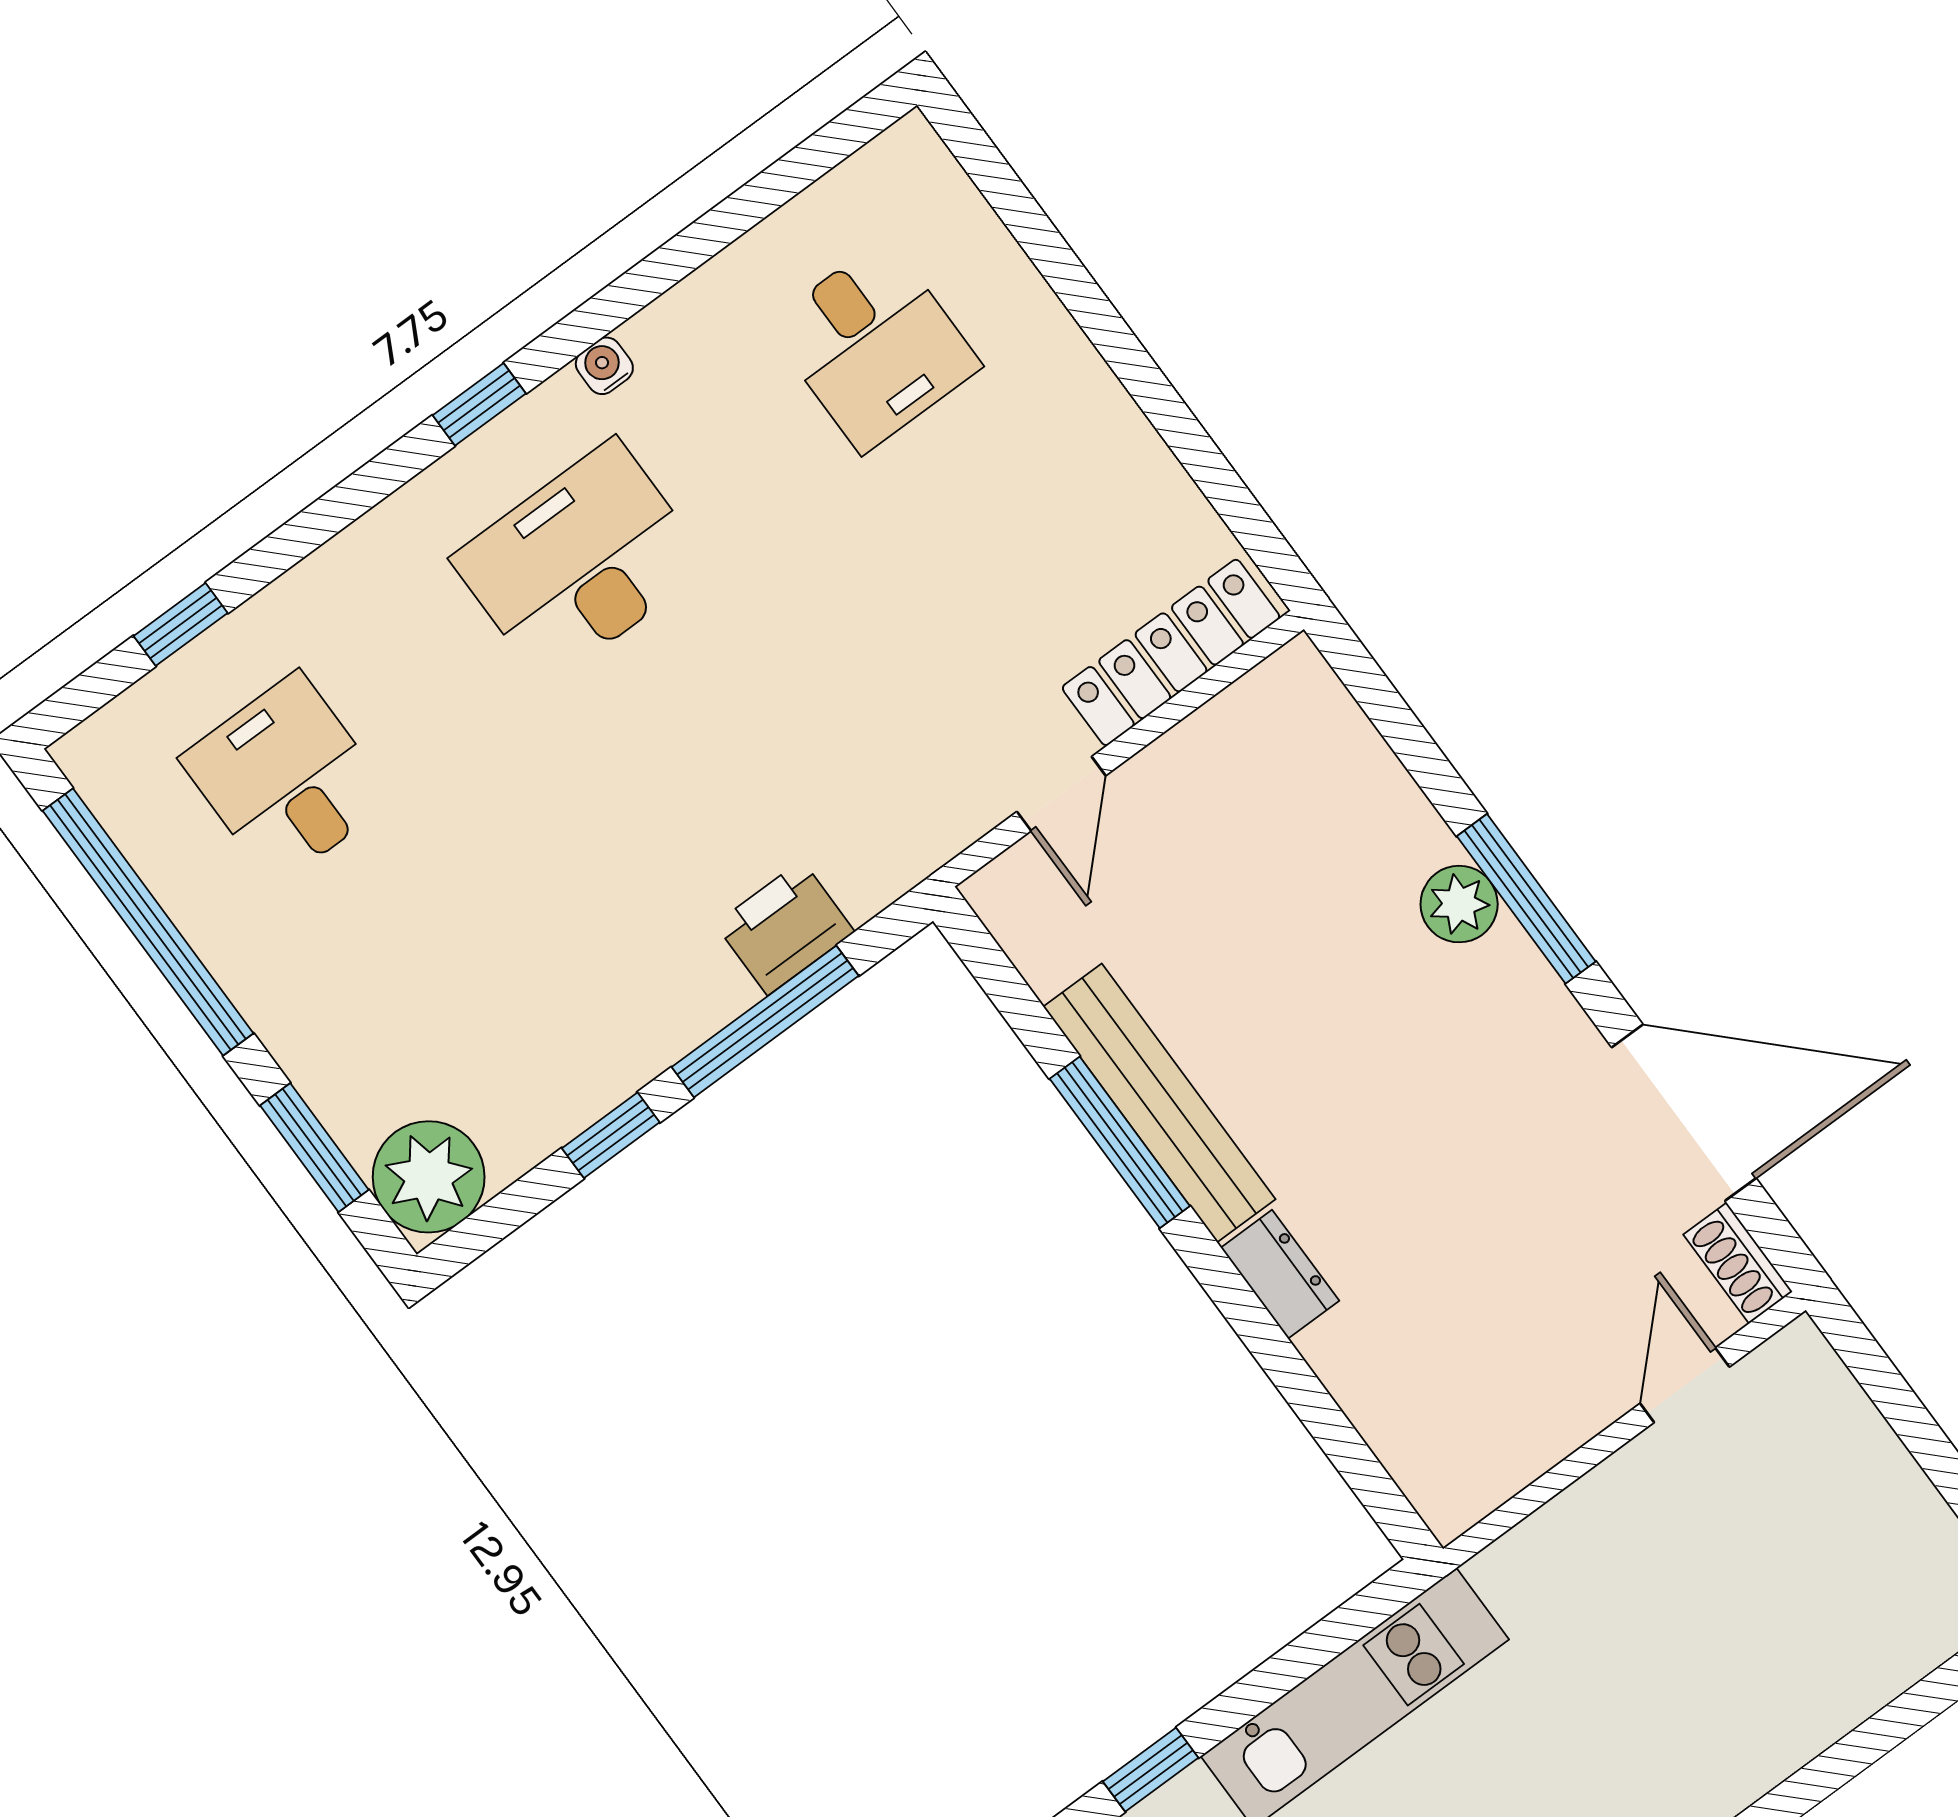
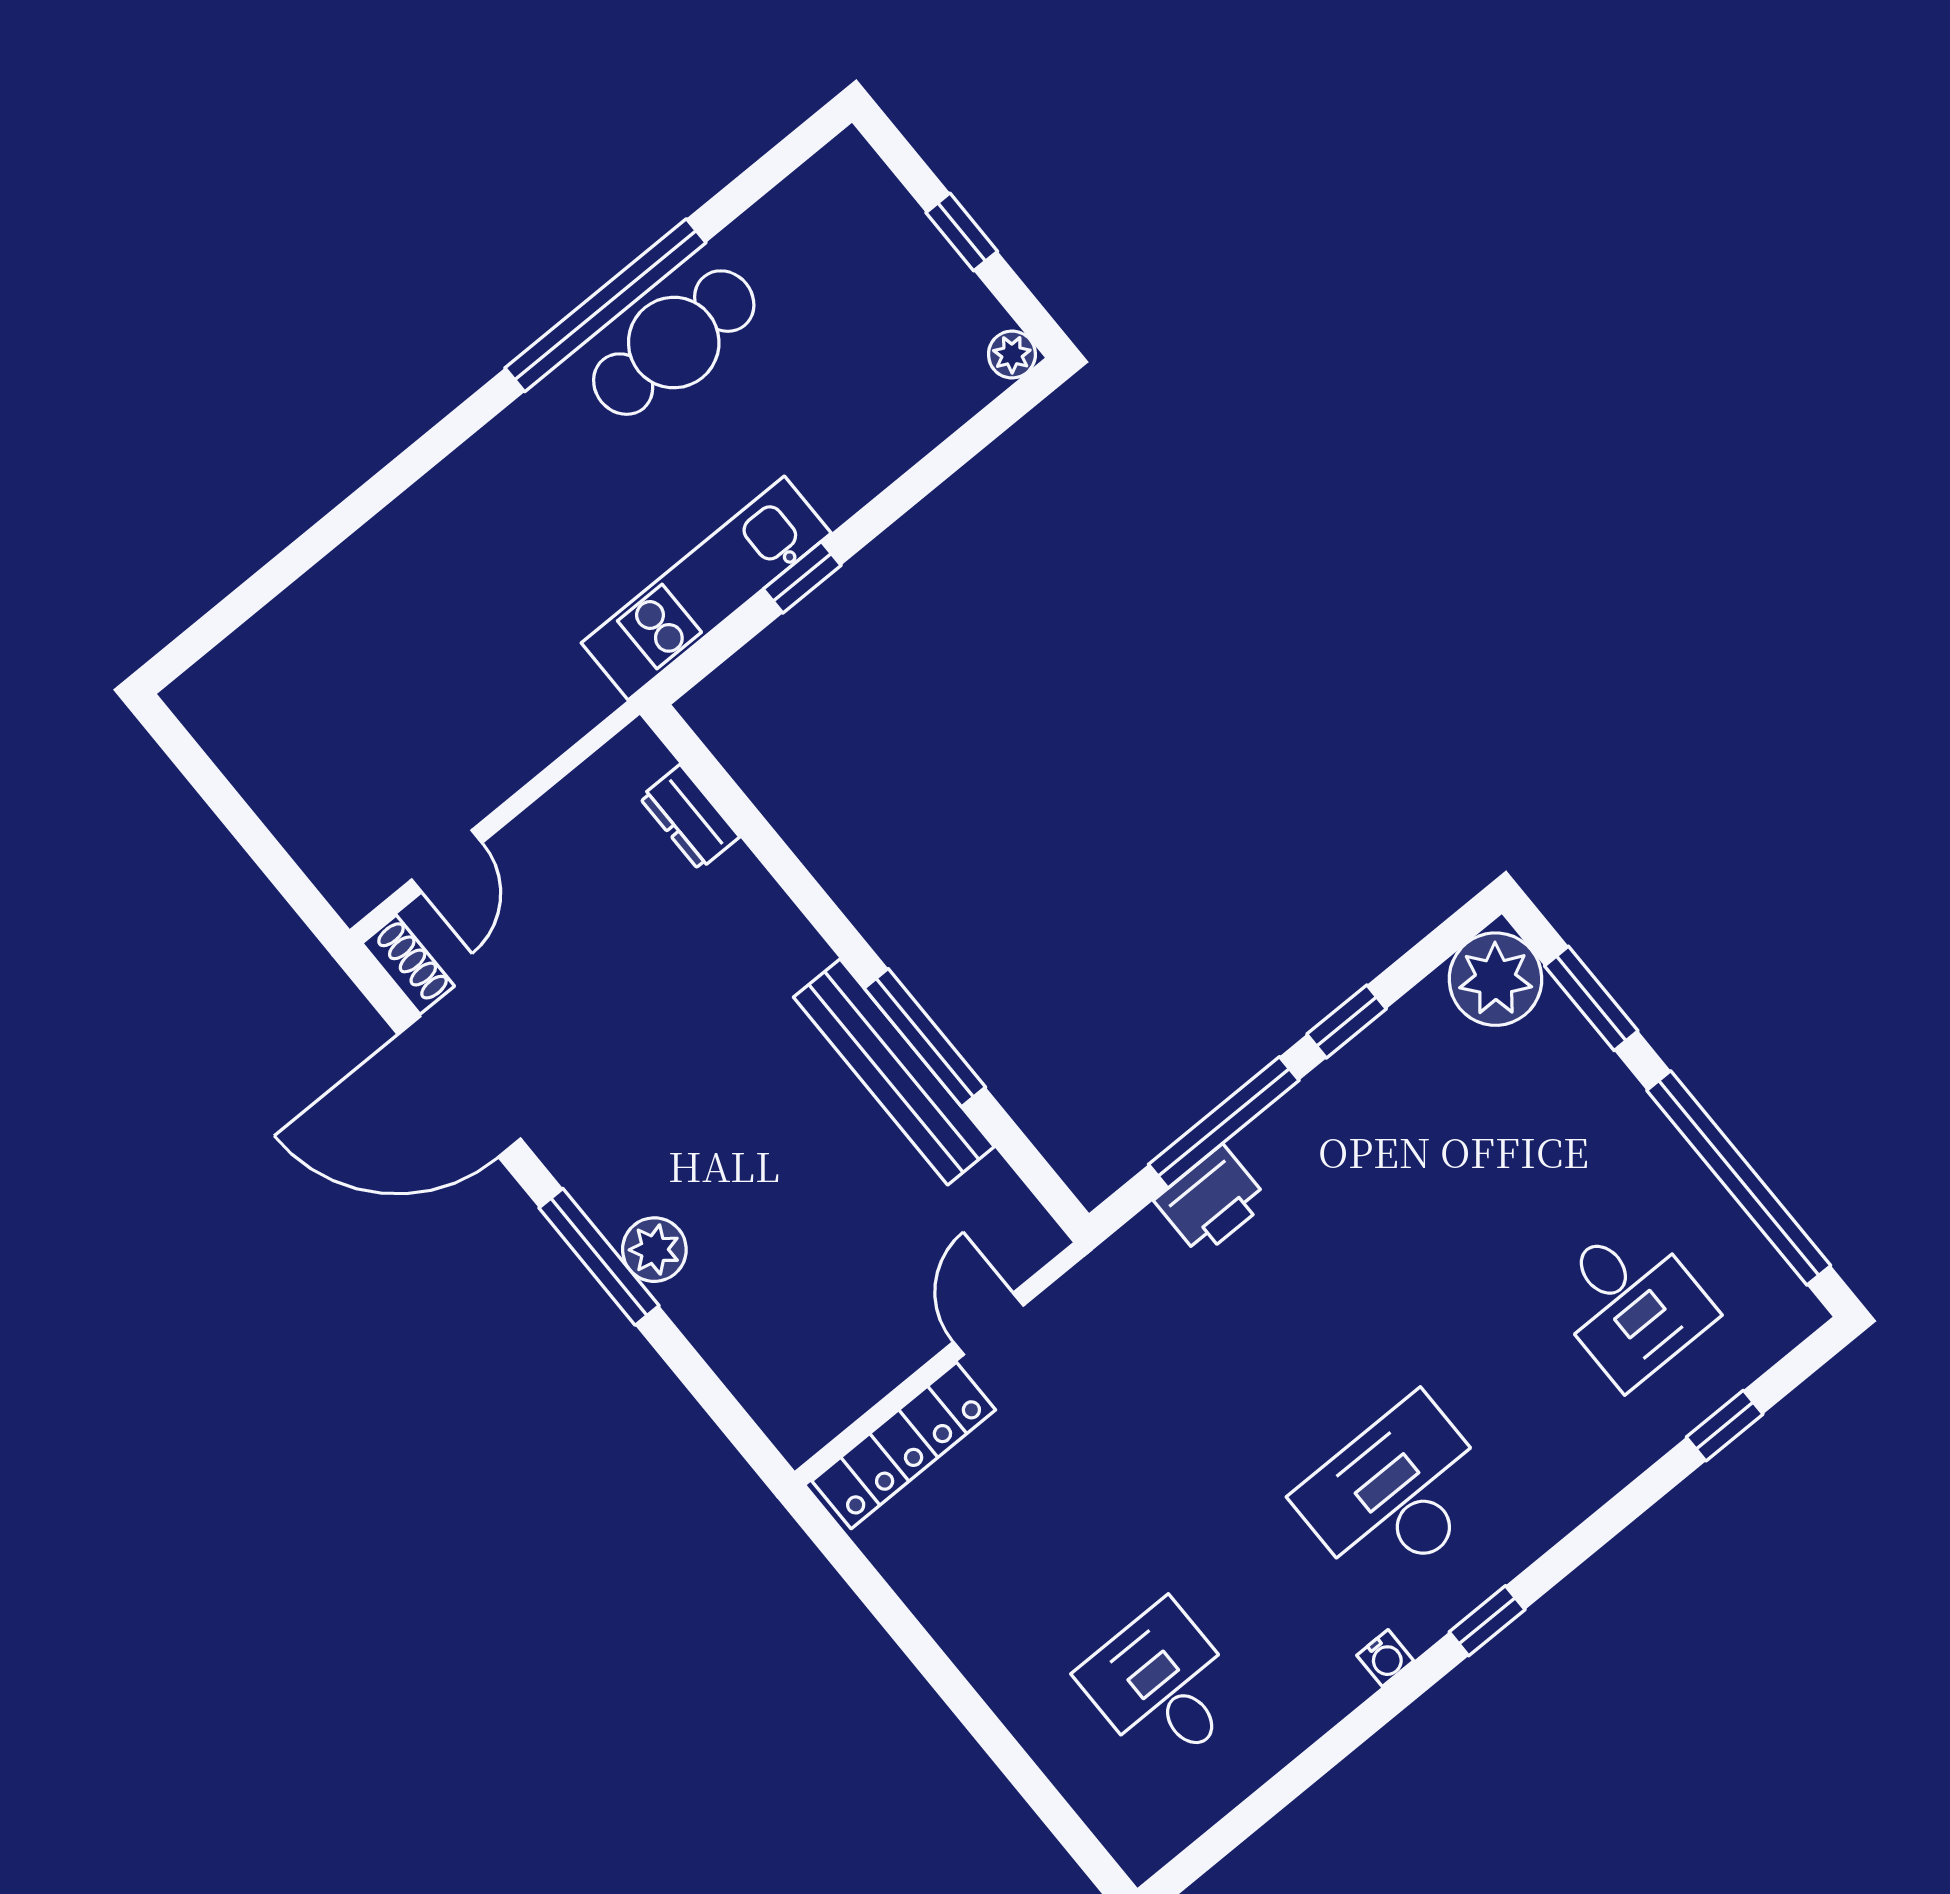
desk: (580, 562) -> (1397, 1494), turned 180
dresser: (1280, 1274) -> (690, 817), moved
window: (1151, 1770) -> (802, 577), moved

